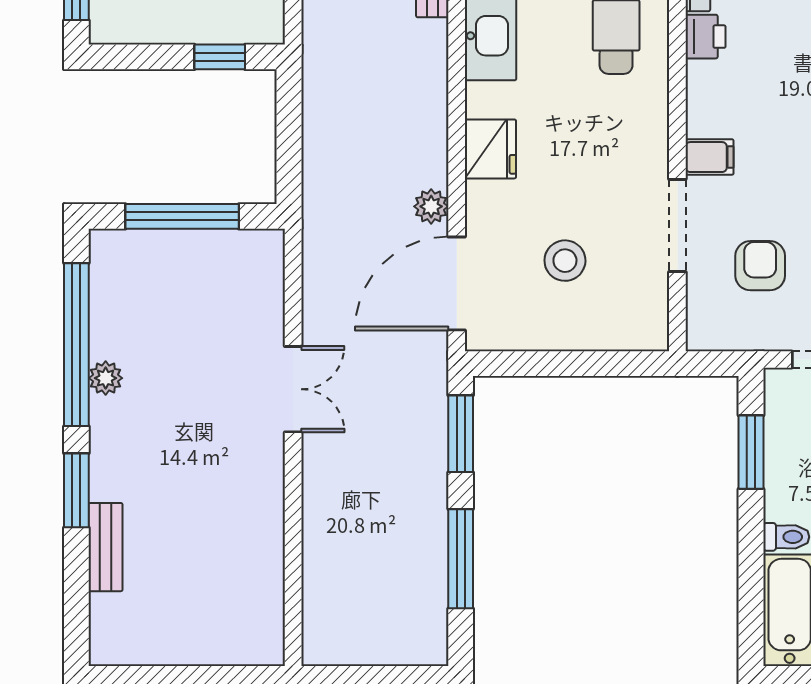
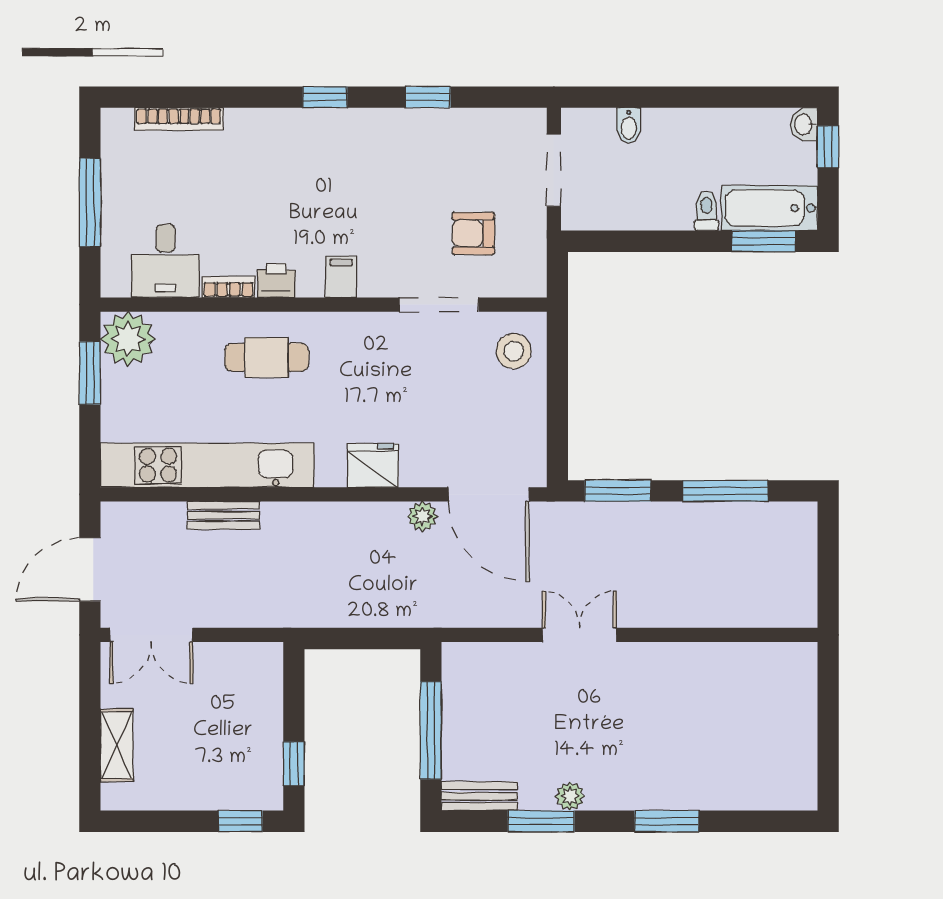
window: (220, 57) -> (294, 764), moved
filing cabinet: (709, 157) -> (341, 277), moved
stool: (565, 261) -> (514, 351), moved
window: (76, 345) -> (541, 821), width x0.47
window: (751, 452) -> (764, 241), moved
bench: (106, 547) -> (479, 796), moved

